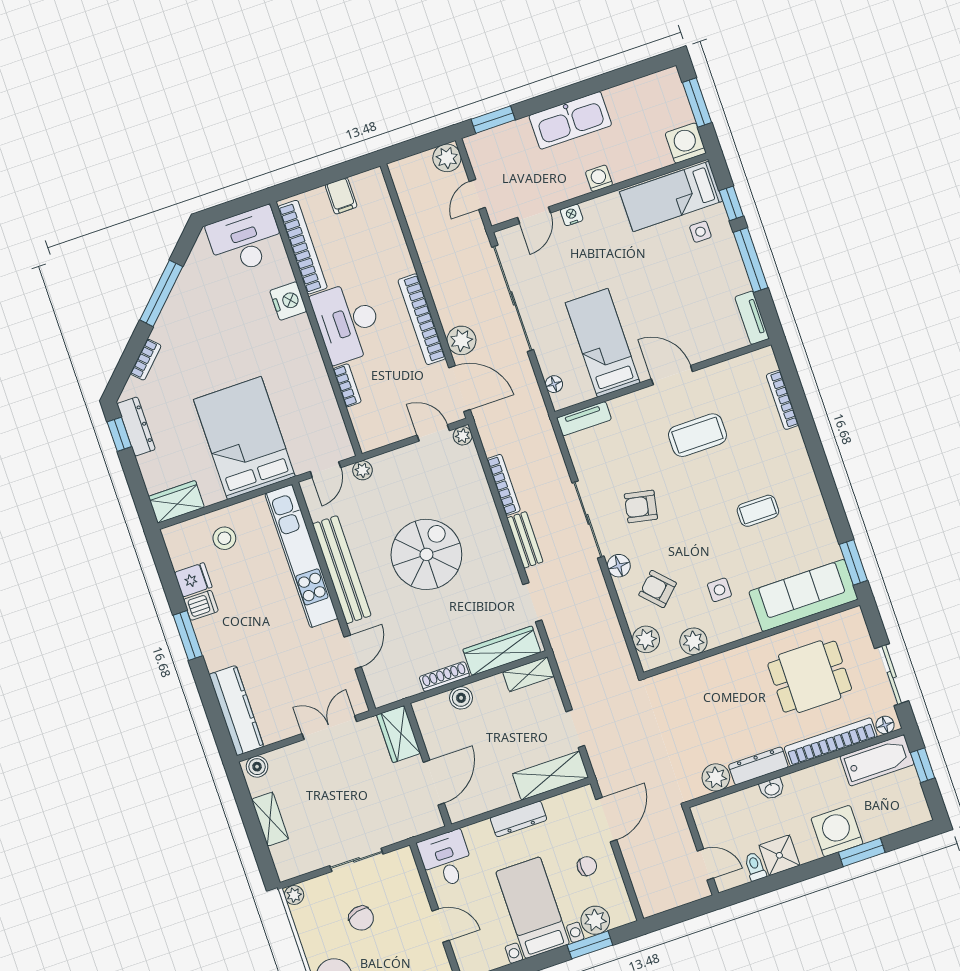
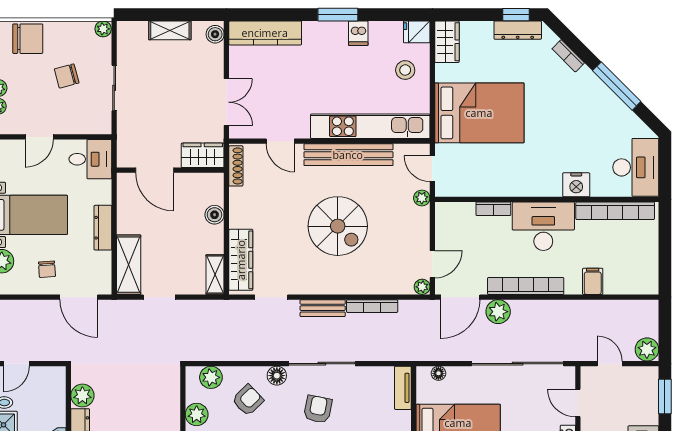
filing cabinet: (341, 196) -> (593, 281), moved, turned 90
fridge: (193, 580) -> (417, 32), moved, turned 90
shoe rack: (444, 677) -> (236, 166), moved

